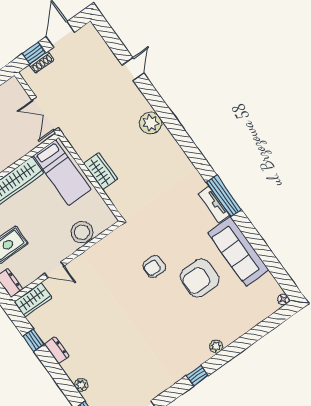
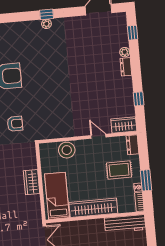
armchair: (154, 267) -> (15, 124), moved
plant: (216, 346) -> (46, 24), moved
dresser: (57, 350) -> (126, 67), moved

